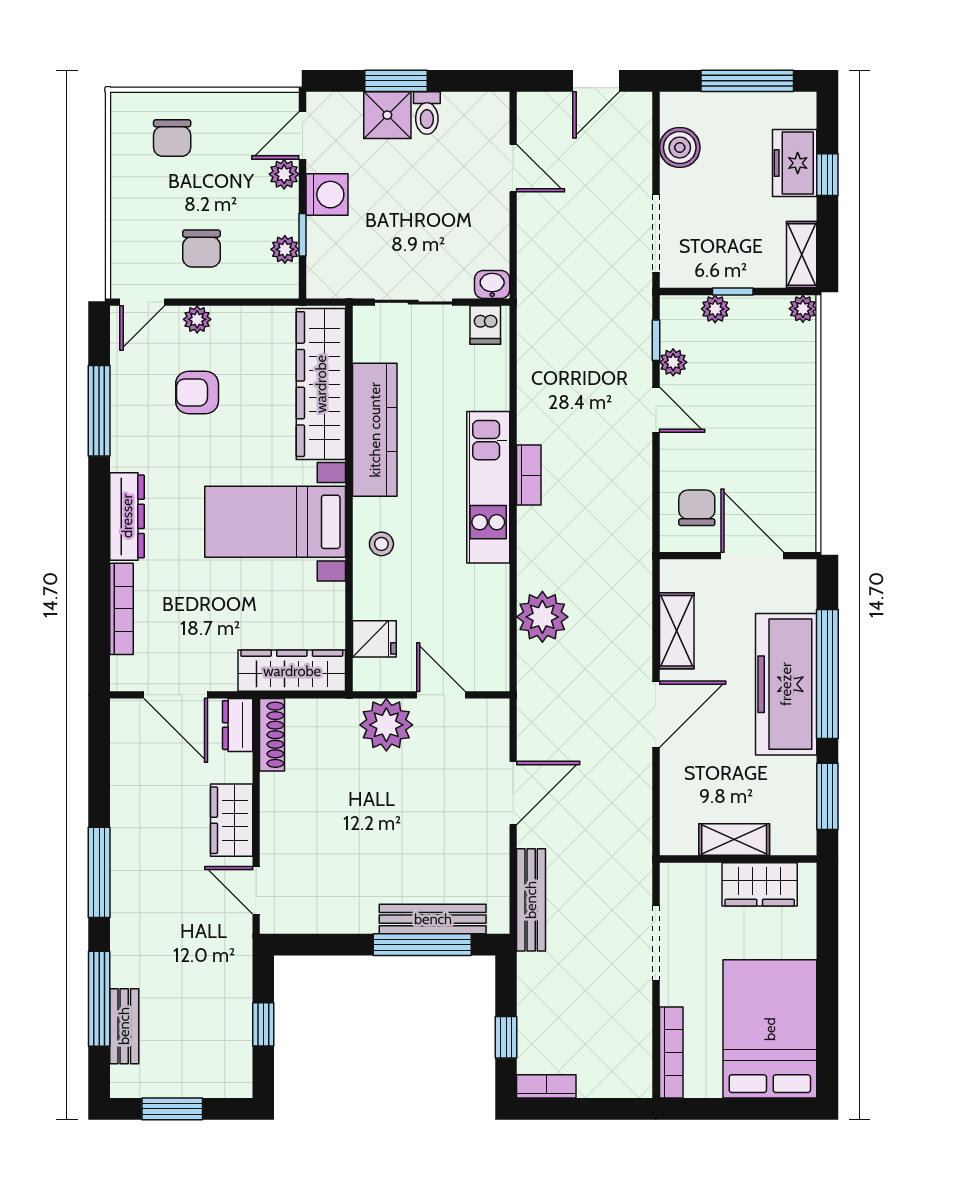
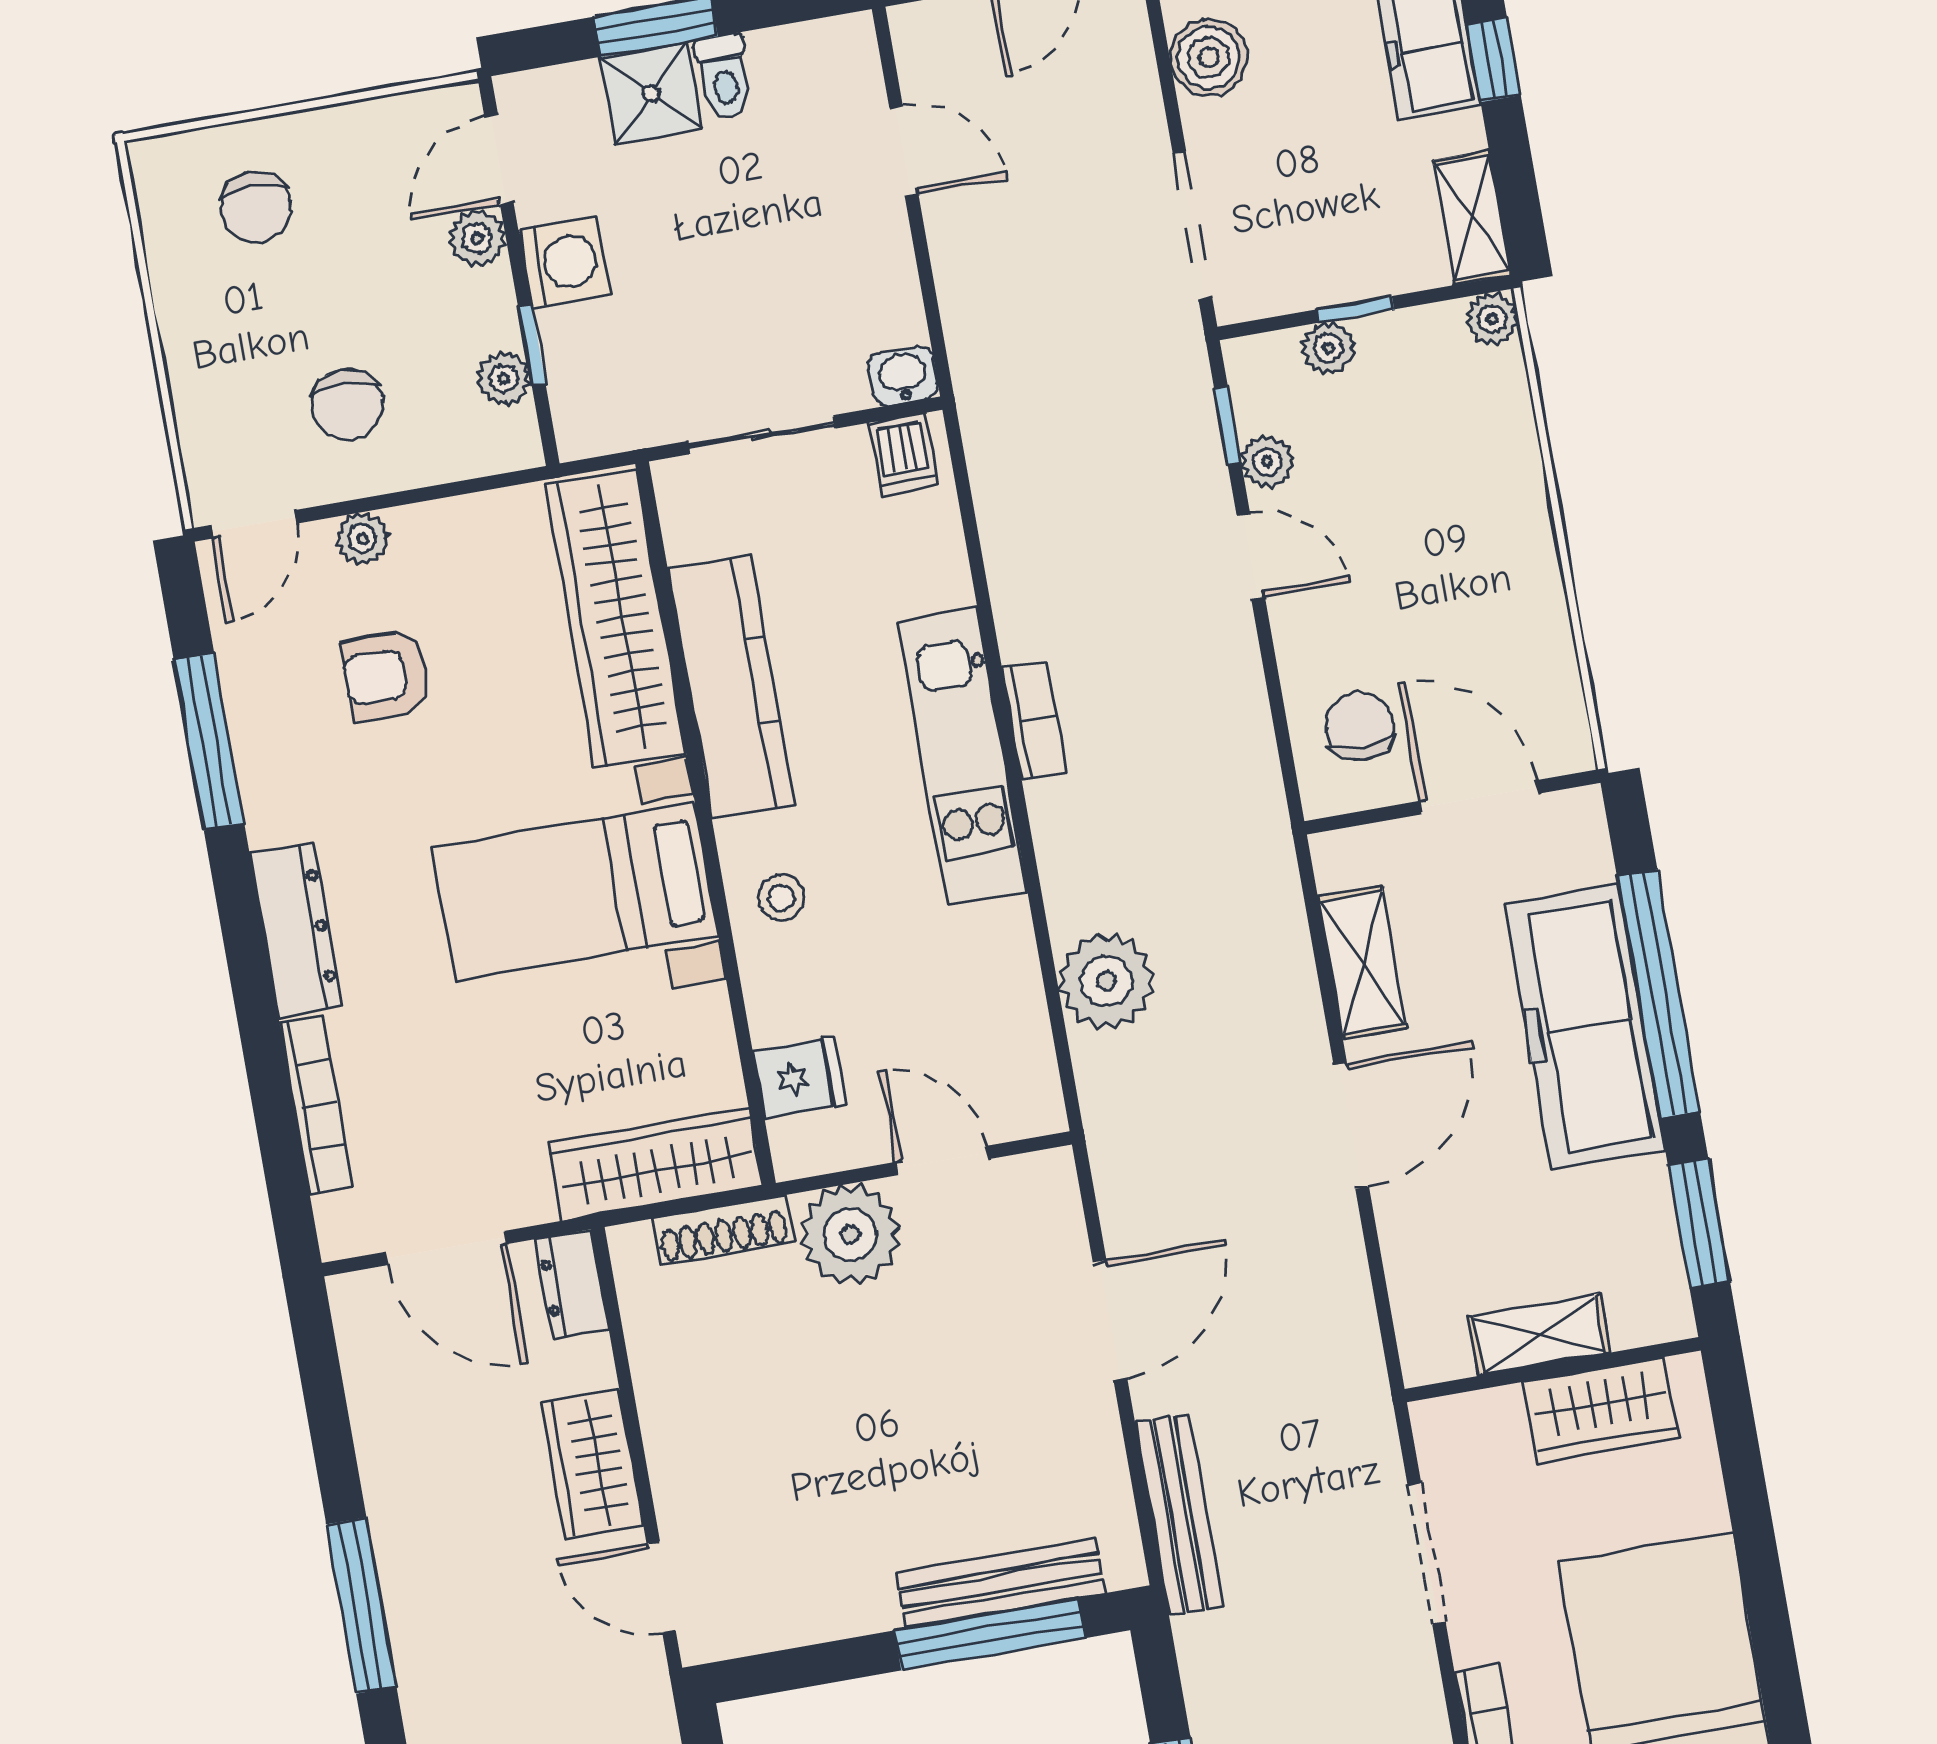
shoe rack: (272, 735) -> (723, 1230), moved, turned 90

